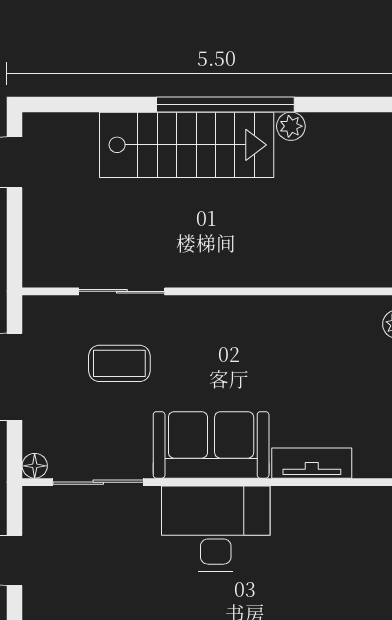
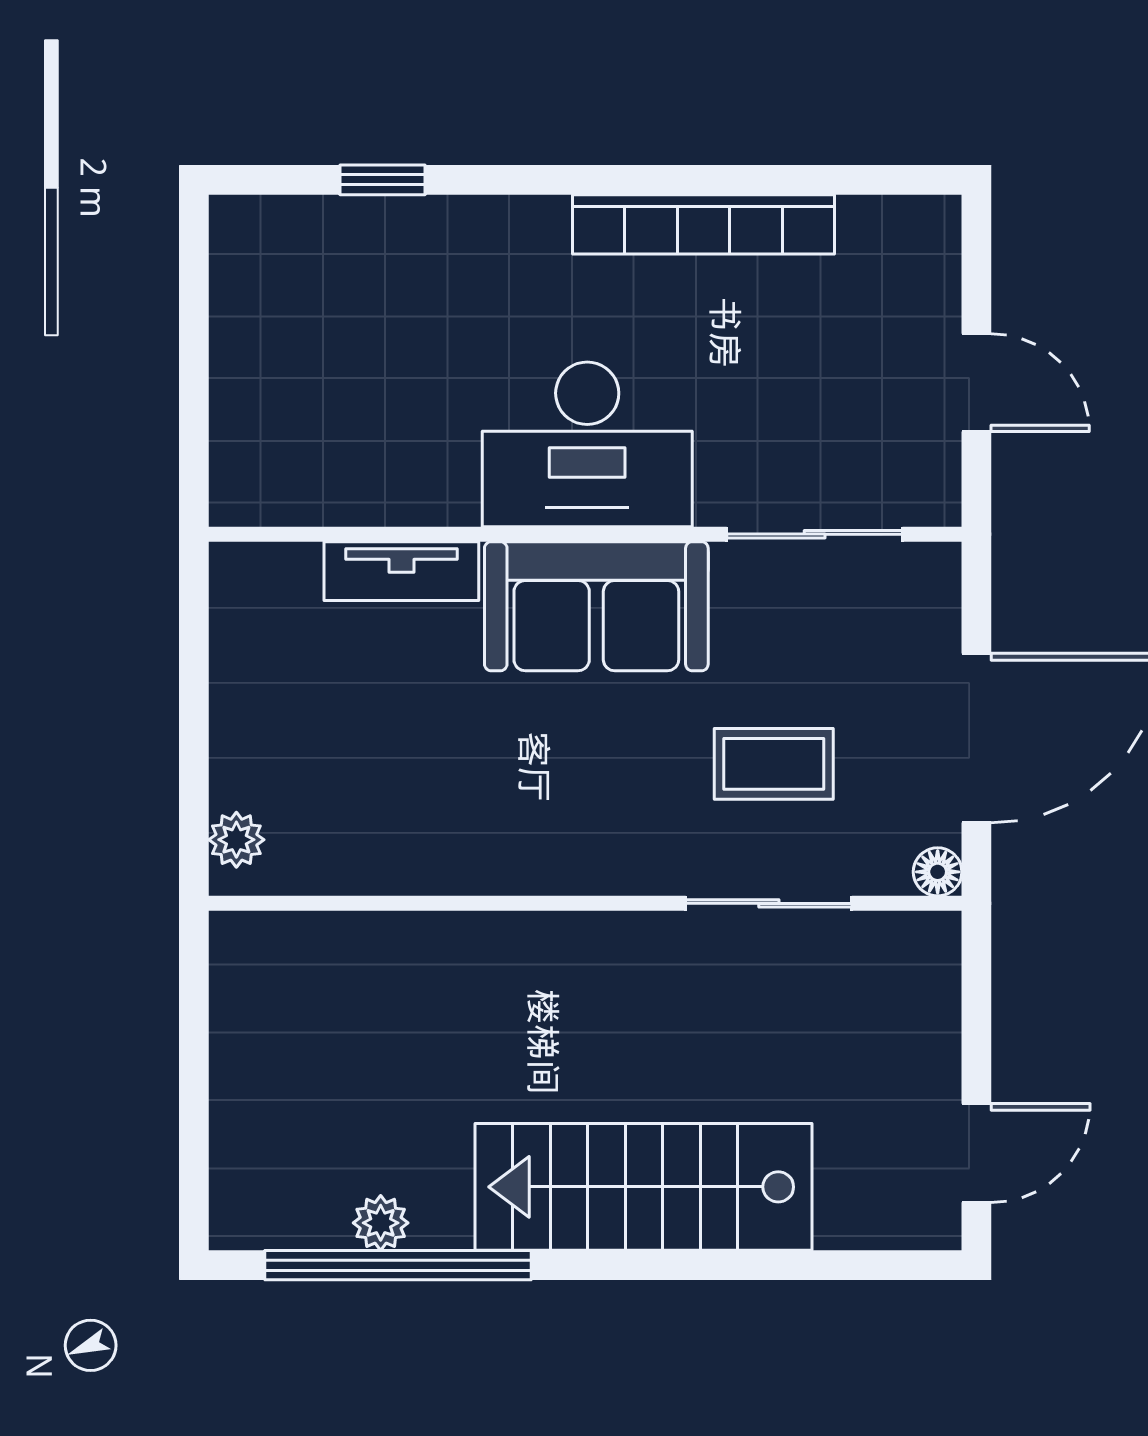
window: (225, 104) -> (398, 1265), moved
plant: (291, 126) -> (381, 1223), moved
floor lamp: (35, 466) -> (938, 872), moved

